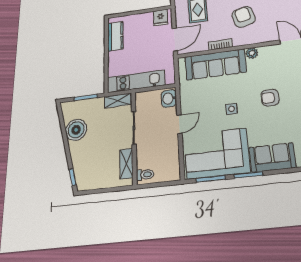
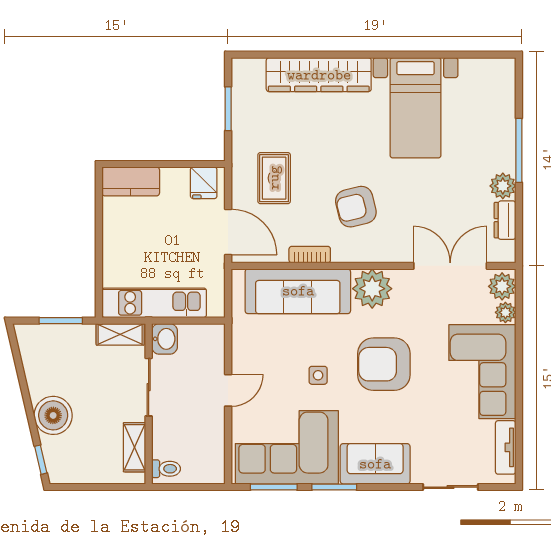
armchair: (243, 17) -> (356, 207), turned -90
kitchen counter: (115, 36) -> (131, 181), moved, turned 90
door: (175, 40) -> (228, 232), hinge flipped
plant: (252, 53) -> (372, 289), width x1.88, depth x1.88
washbasin: (169, 98) -> (165, 339), moved, turned 180
armchair: (270, 98) -> (384, 364), width x1.88, depth x1.88
boiler: (76, 130) -> (53, 415), moved

